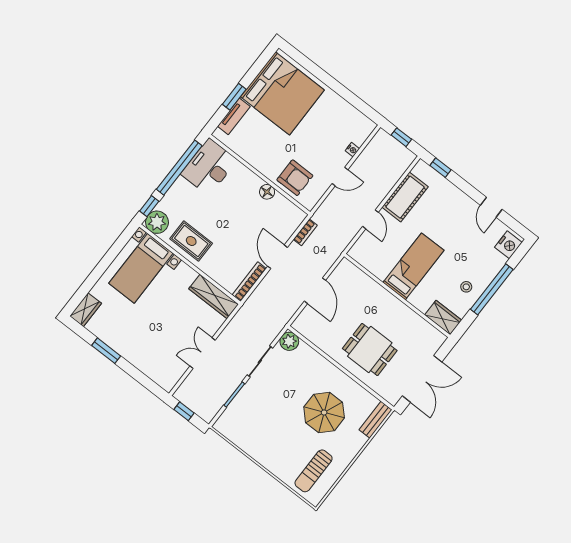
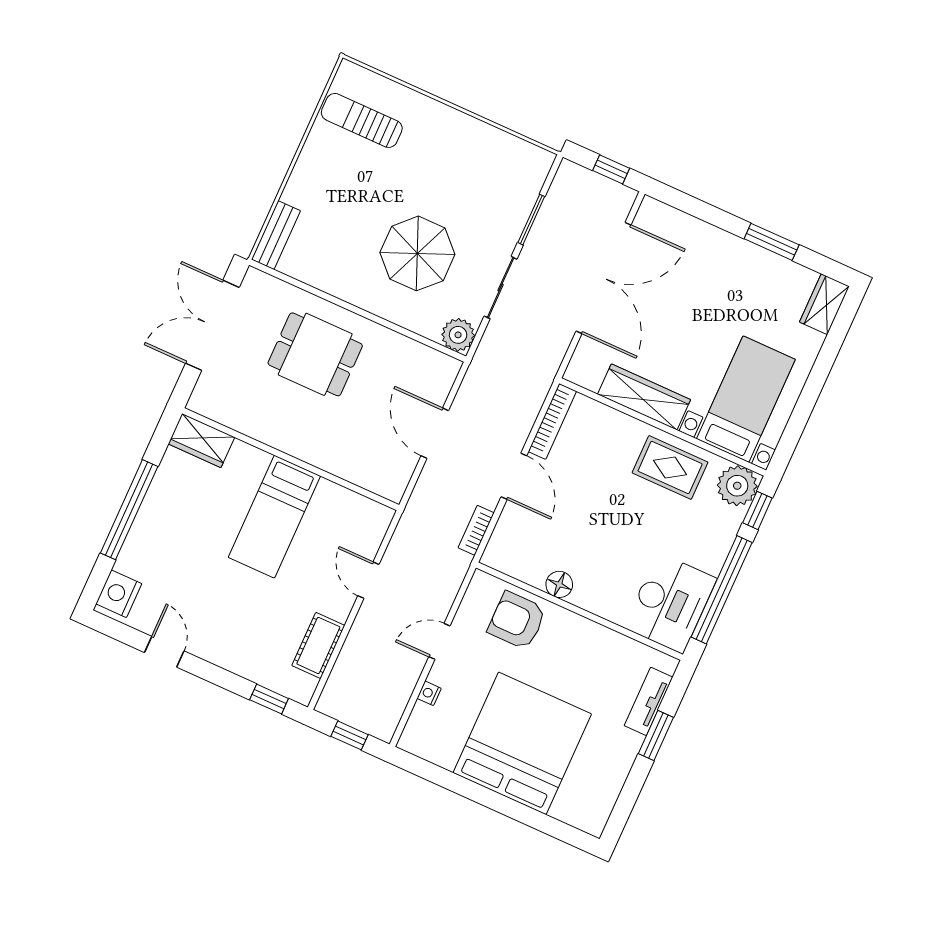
bed: (282, 93) -> (522, 743), moved, turned 90
cot: (405, 197) -> (318, 645), width x0.73, depth x0.75
stool: (466, 287) -> (174, 503), removed
wardrobe: (214, 297) -> (644, 397), moved
double door: (202, 353) -> (604, 278), width x1.87
parasol: (324, 412) -> (417, 253), moved
sun lounger: (314, 471) -> (362, 120), turned -90

